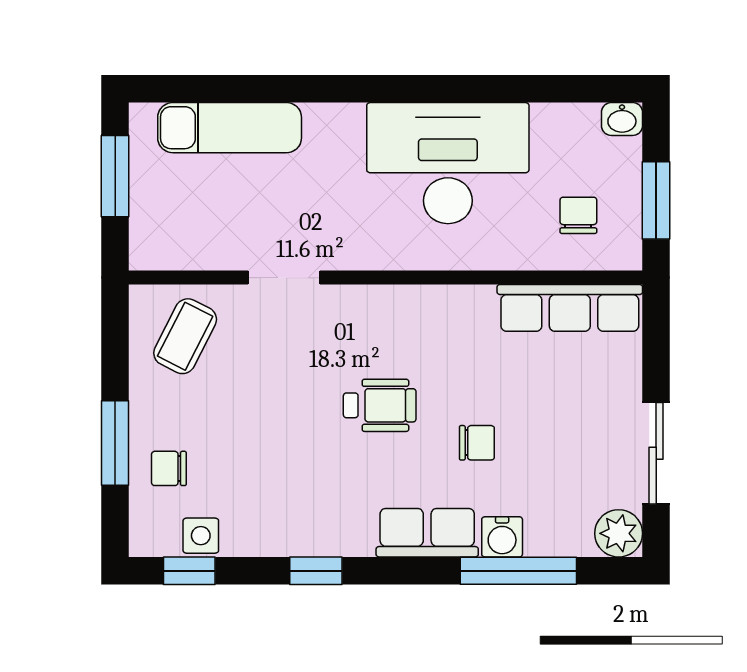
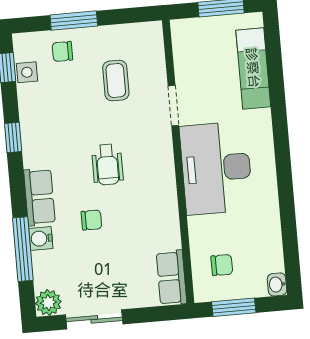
desk: (448, 163) -> (216, 168), moved, turned 180
row of seats: (570, 308) -> (171, 278), width x0.68
coffee table: (185, 336) -> (116, 80), moved, turned 63
chair: (477, 443) -> (91, 220), turned -90
chair: (169, 468) -> (62, 51), turned -90

